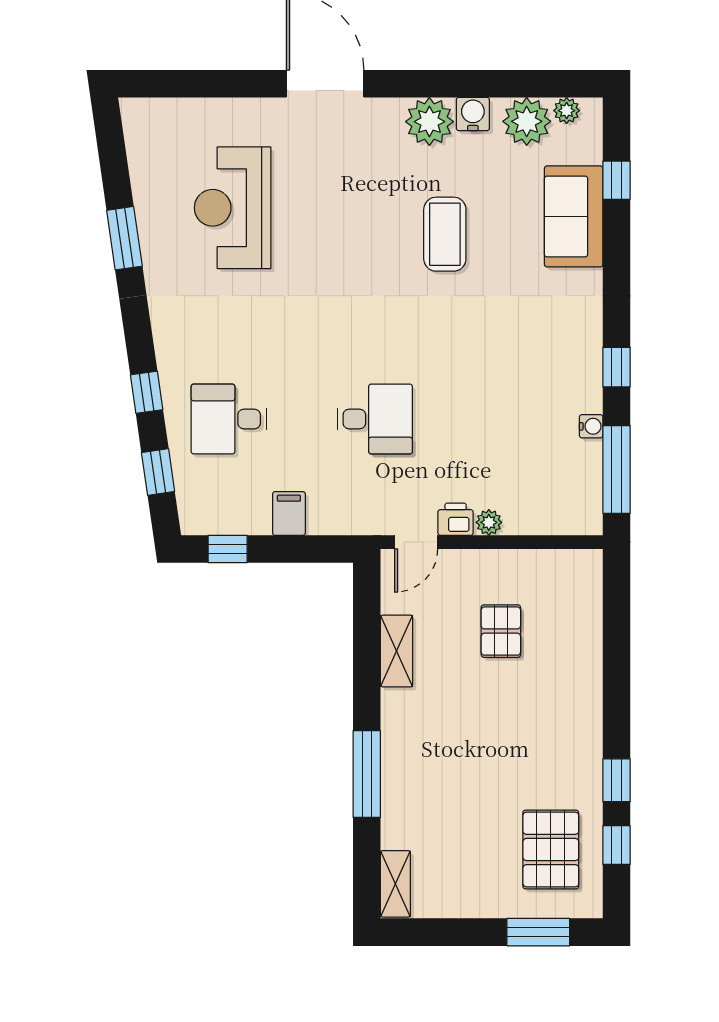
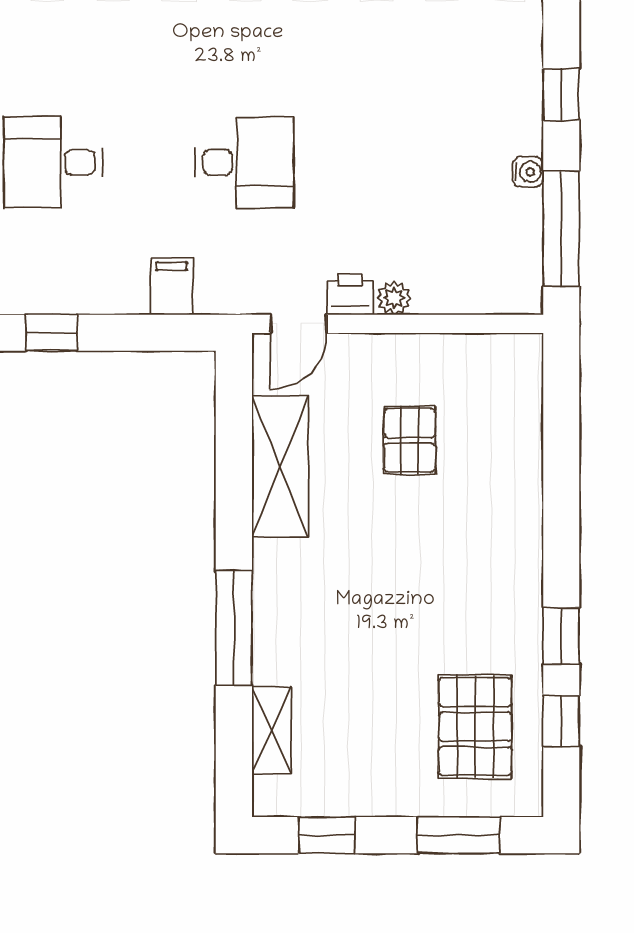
filing cabinet: (289, 513) -> (172, 286), moved
shelving: (397, 651) -> (280, 467), width x1.50, depth x1.33
shelving: (395, 884) -> (271, 731), moved
window: (438, 932) -> (327, 835), added

